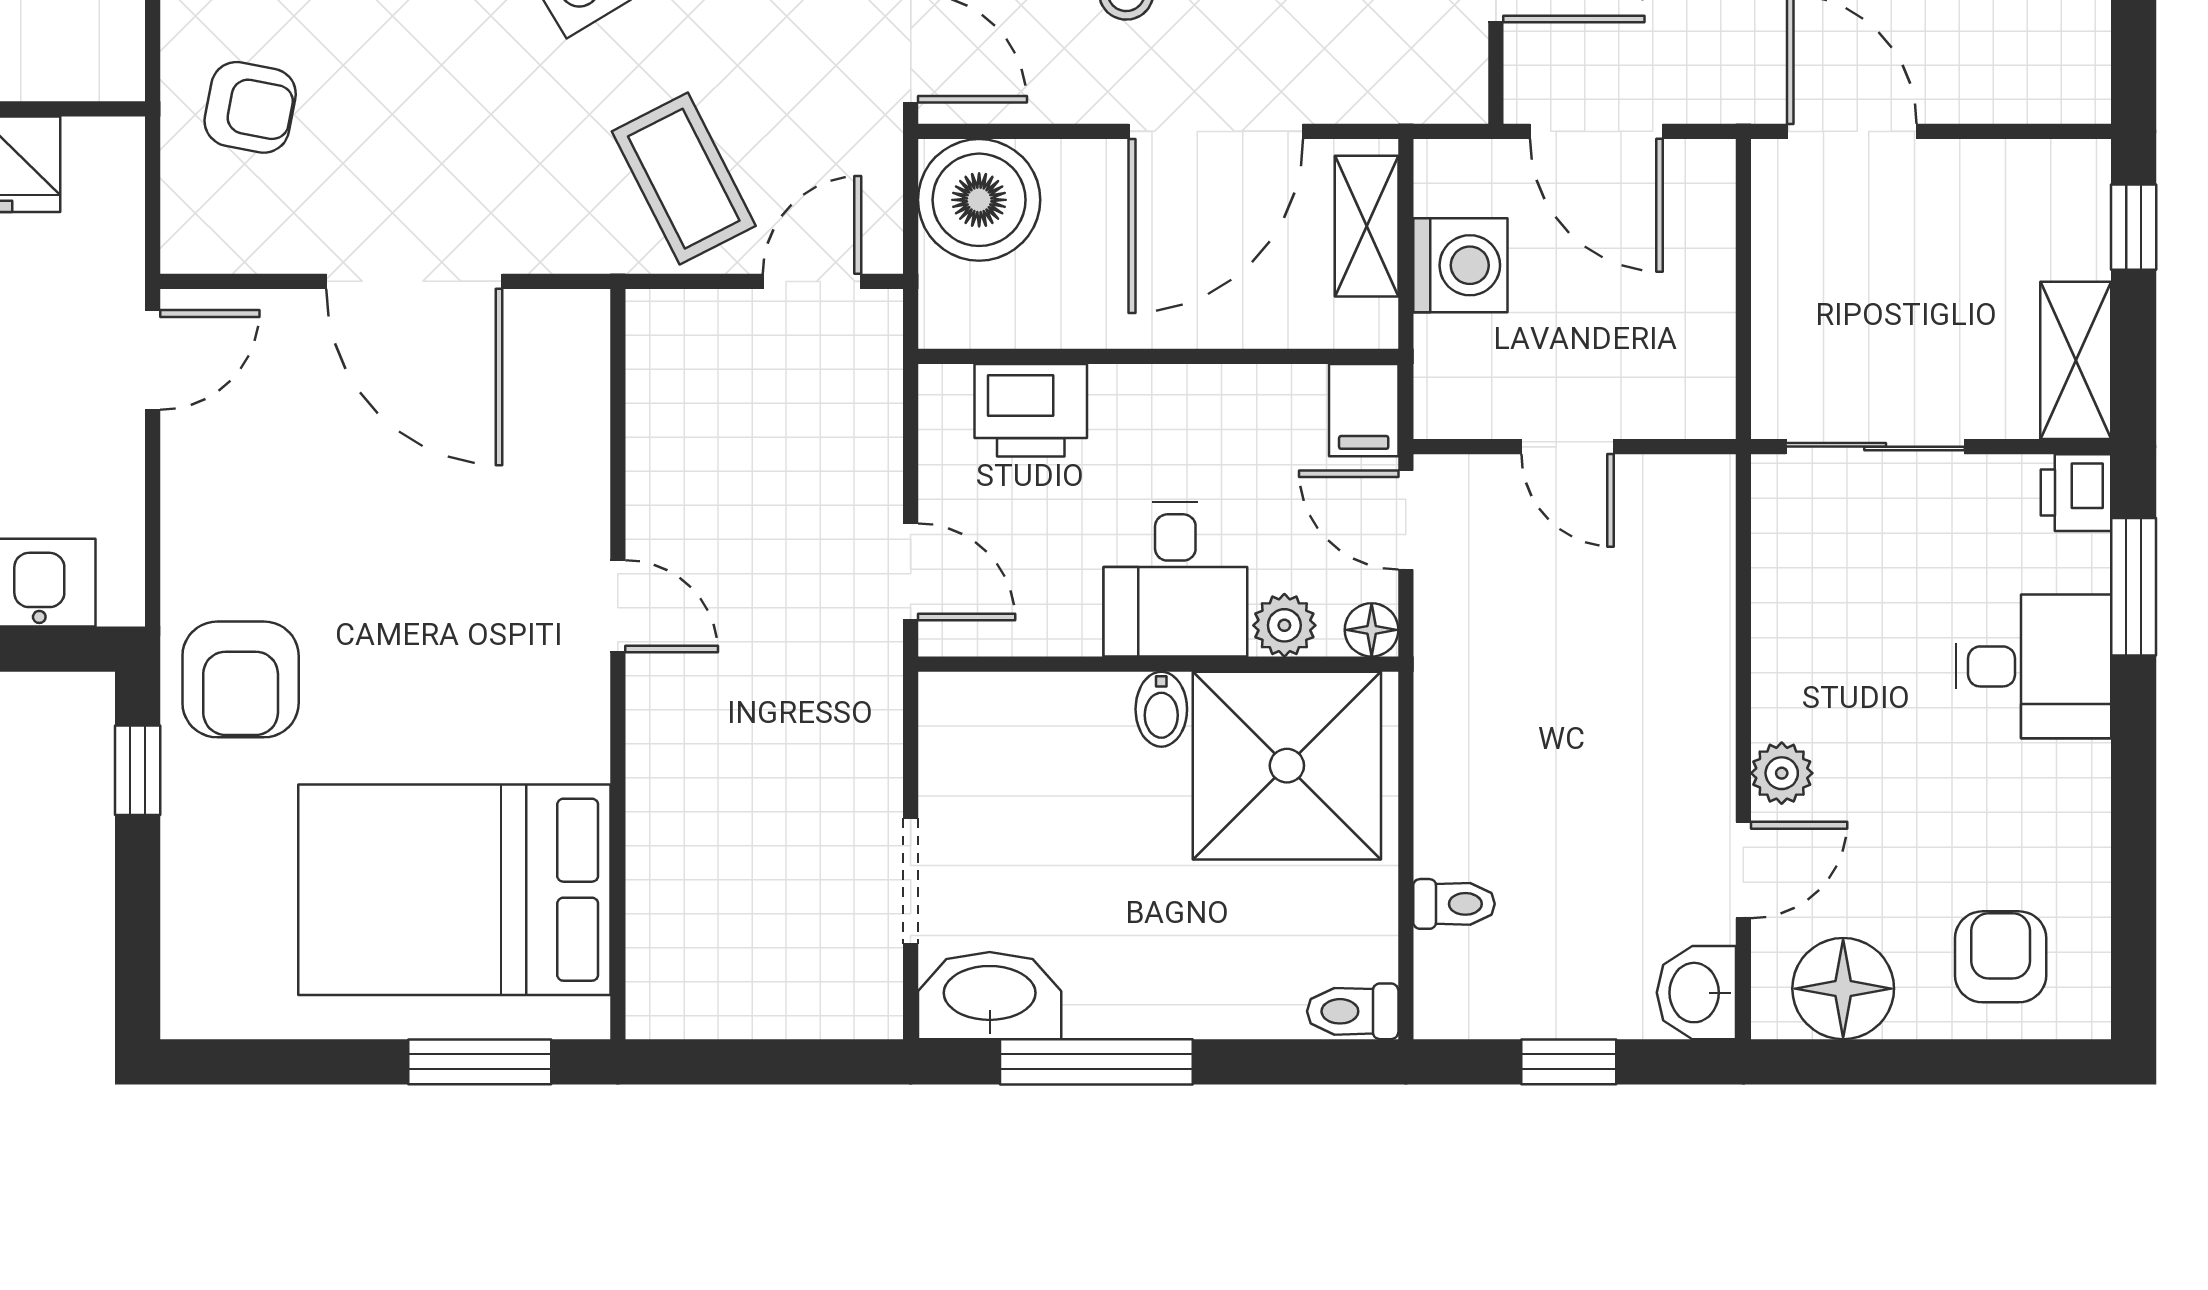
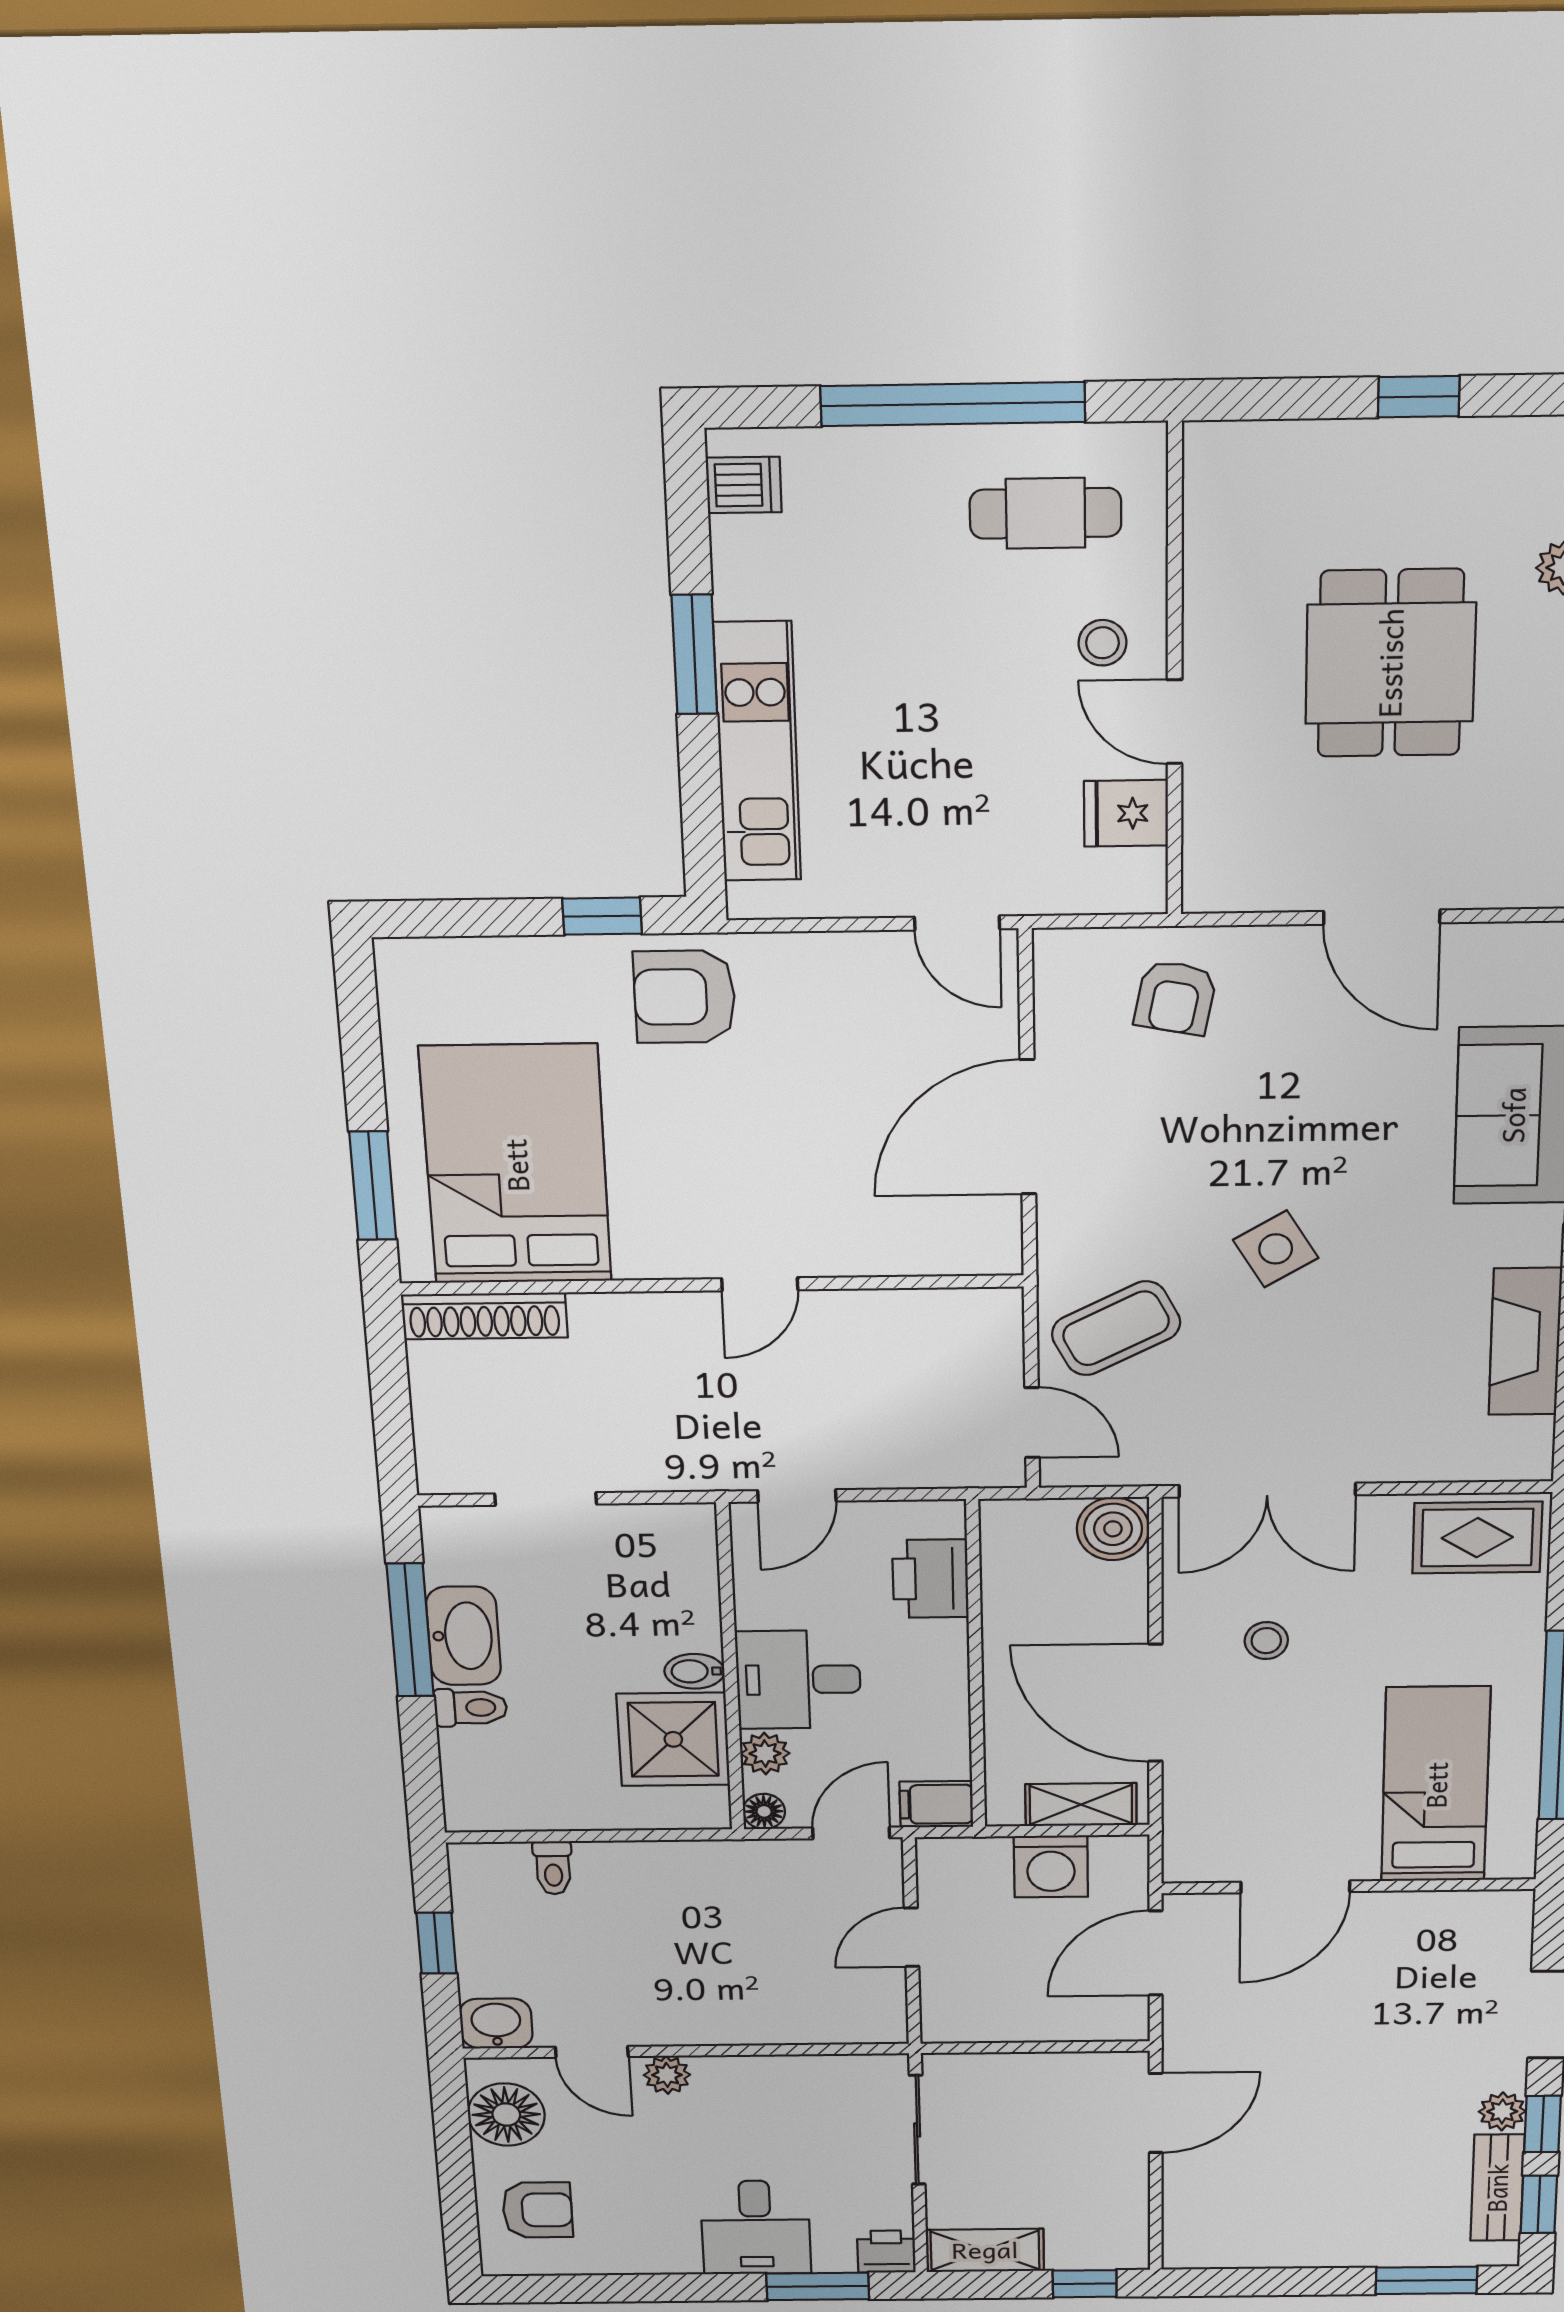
boiler: (979, 200) -> (1113, 1529), width x0.73, depth x0.73
shower: (1287, 766) -> (673, 1739), width x0.73, depth x0.73
shoe rack: (656, 940) -> (484, 1316), added
washbasin: (990, 996) -> (464, 1636), moved
toilet: (1353, 1011) -> (471, 1708), moved, turned 90

